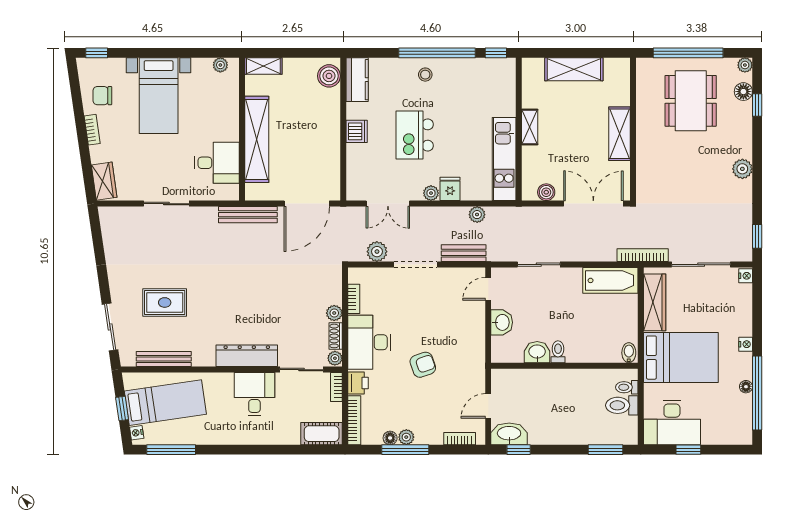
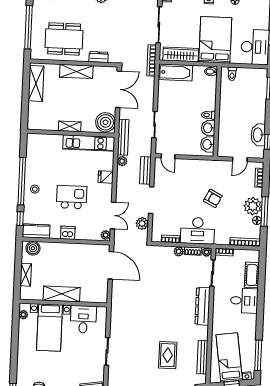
window: (496, 53) -> (20, 219), moved
shelving: (263, 66) -> (26, 275), moved
shelving: (574, 69) -> (36, 83), moved
bed with nightstands: (159, 96) -> (50, 328), moved, turned 90
dining table: (691, 101) -> (64, 39), moved
kitchen island: (415, 135) -> (72, 197), turned 180
shelving: (257, 139) -> (62, 294), width x0.68
dresser: (645, 169) -> (99, 57), added
boiler: (546, 192) -> (106, 122), width x1.86, depth x1.86
plant: (431, 193) -> (106, 235), moved
double door: (593, 204) -> (118, 89), swing flipped
bench: (248, 215) -> (123, 137), moved
bathtub: (610, 280) -> (175, 72), moved, turned 90
washbasin: (502, 322) -> (207, 144), moved, turned -90
armchair: (423, 365) -> (213, 198), turned 136
printer: (358, 383) -> (222, 239), removed
desk: (254, 394) -> (244, 301), moved, turned 180
toilet: (622, 405) -> (243, 77), removed
door: (488, 406) -> (240, 159), hinge flipped
cot: (322, 434) -> (252, 275), moved
washbasin: (509, 434) -> (258, 135), moved
plant: (406, 437) -> (253, 206), width x1.87, depth x1.87

